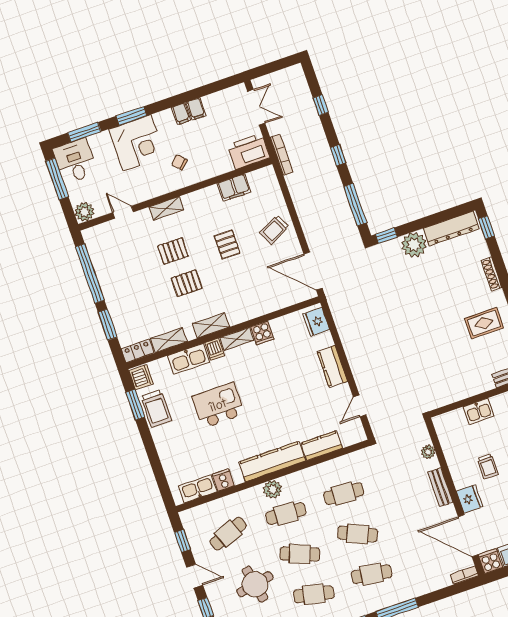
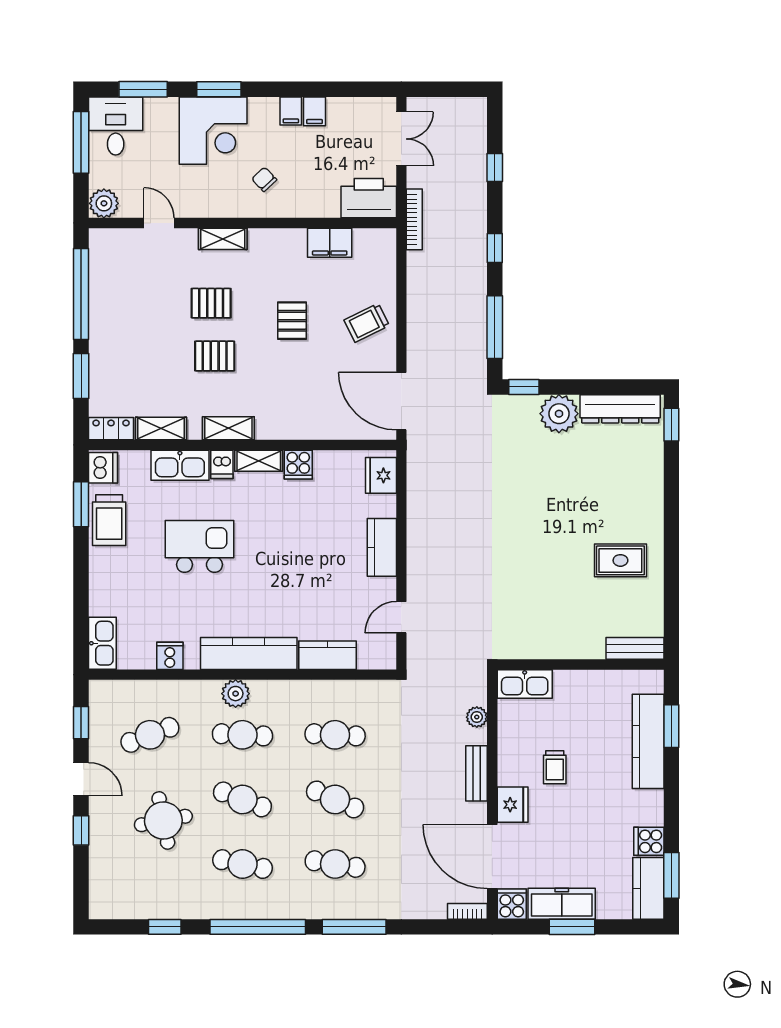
shoe rack: (491, 274) -> (655, 494), removed
kitchen sink: (479, 411) -> (525, 684), moved, width x1.38
kitchen sink: (198, 489) -> (102, 643), moved, turned 90

